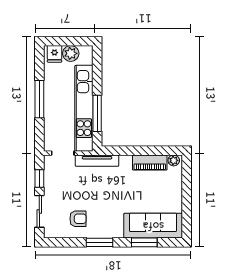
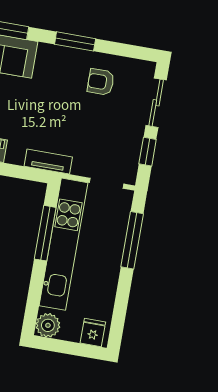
plant: (71, 53) -> (48, 325), moved
window: (39, 99) -> (132, 240), moved
tv unit: (97, 161) -> (48, 162), width x0.71

